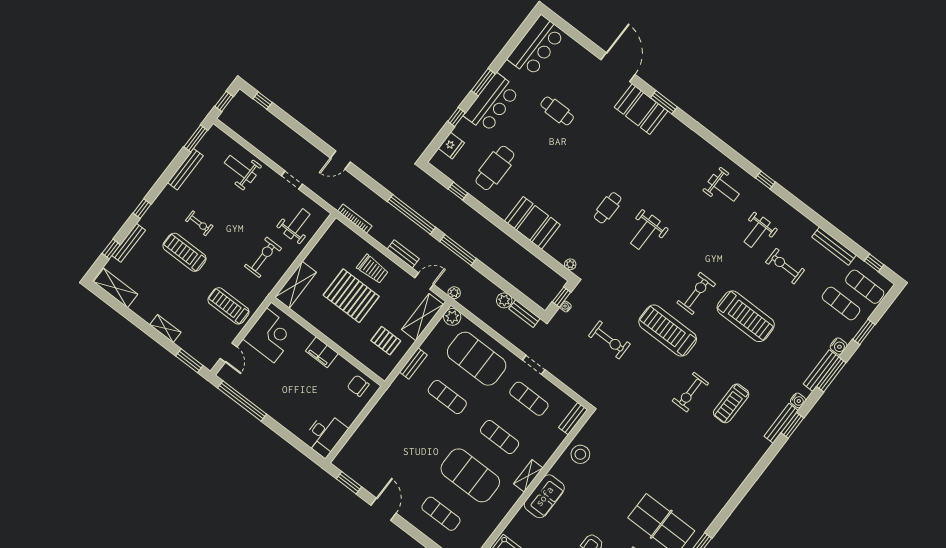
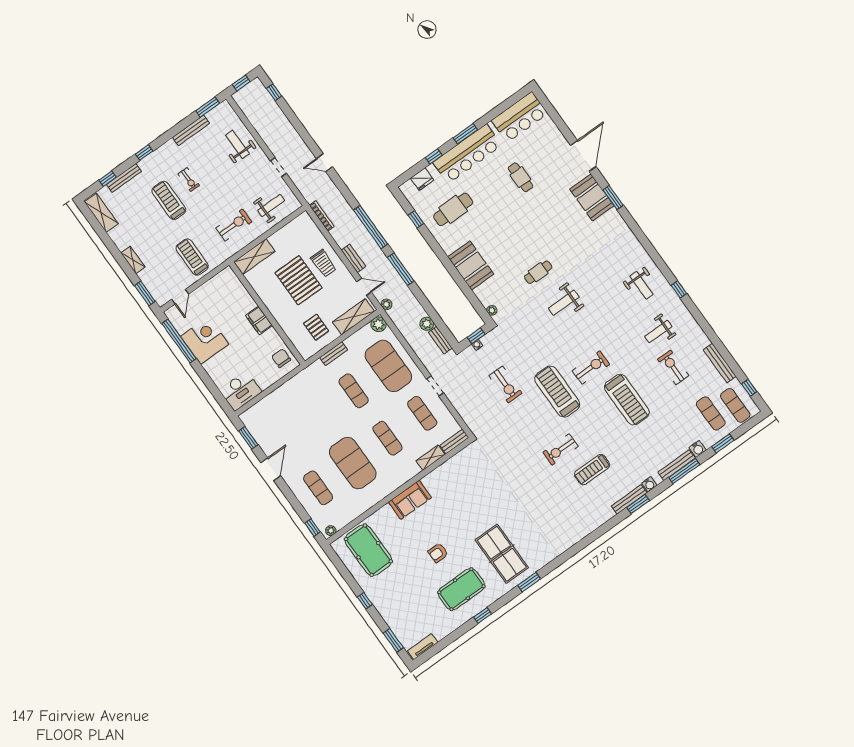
bar counter: (492, 103) -> (467, 154), width x1.36
corner desk: (270, 335) -> (205, 340), moved, turned -90
stool: (580, 454) -> (451, 474), removed
shelving: (528, 476) -> (431, 458), moved

